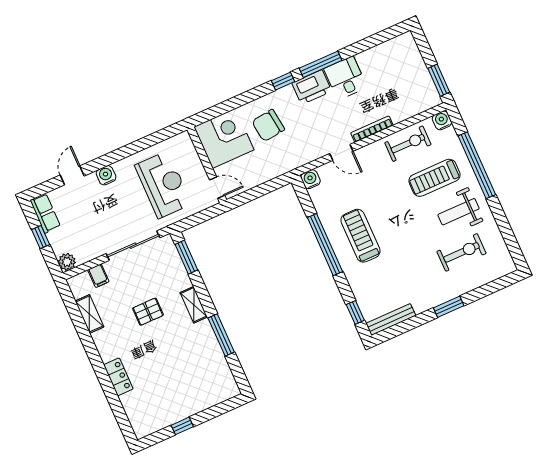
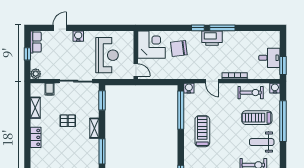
desk: (345, 78) -> (269, 58), moved, turned 90
window: (325, 245) -> (181, 110), moved
locker: (118, 377) -> (36, 137), moved

